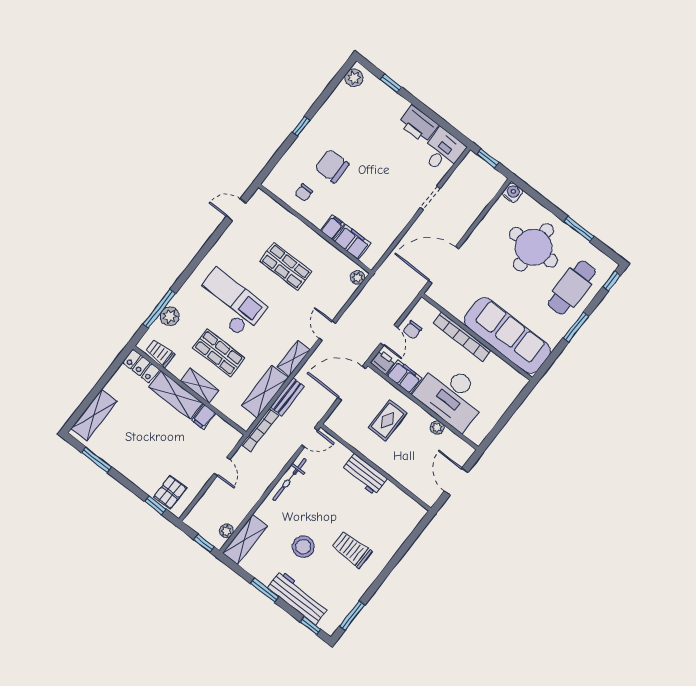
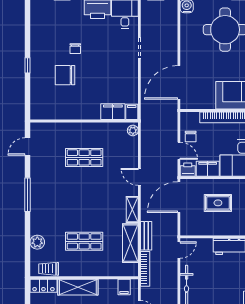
plant: (354, 78) -> (37, 11), removed
chair: (304, 193) -> (75, 49), moved
filing cabinet: (332, 227) -> (132, 112), moved
checkout: (230, 303) -> (67, 206), removed
window: (159, 309) -> (28, 195), moved
shelving: (200, 386) -> (88, 270), removed
filing cabinet: (204, 417) -> (124, 287), moved
rug: (387, 420) -> (218, 203), turned 90

